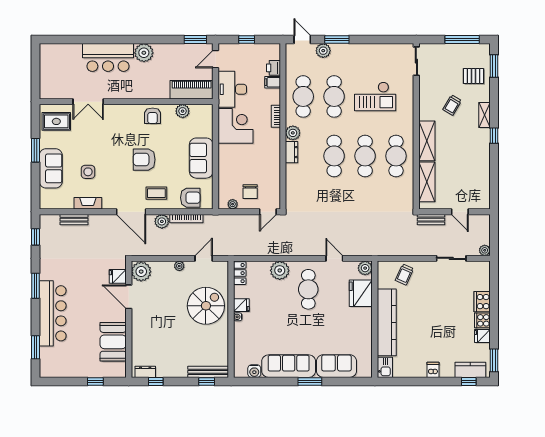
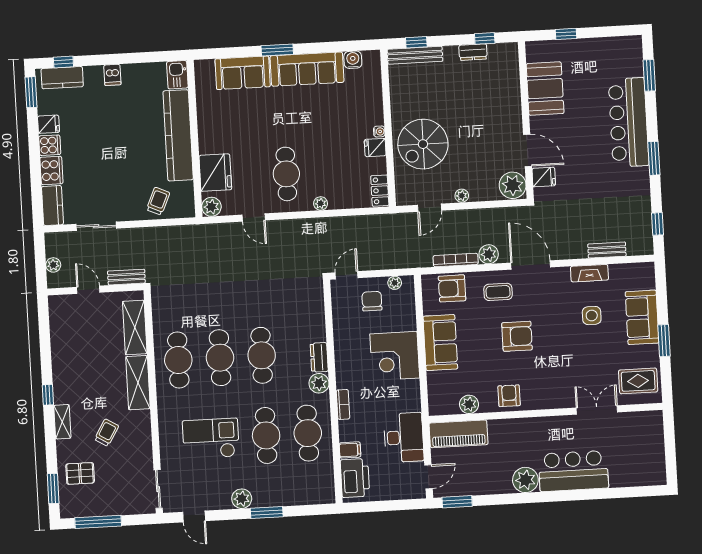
window: (247, 39) -> (388, 506), removed
door: (302, 39) -> (194, 516), moved
plant: (323, 51) -> (242, 499), moved
printer: (273, 68) -> (355, 478), width x1.87, depth x1.48
corner desk: (236, 126) -> (395, 356), moved
plant: (485, 250) -> (53, 265), moved
plant: (280, 270) -> (321, 203), width x0.53, depth x0.53
kitchen counter: (483, 276) -> (52, 206), added
dresser: (145, 372) -> (473, 52), moved

